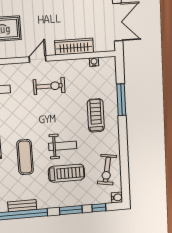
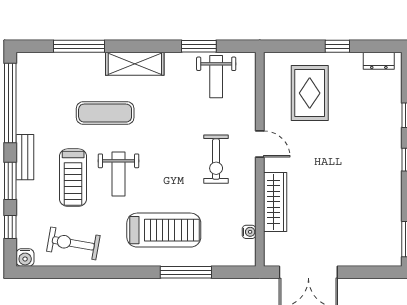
treadmill: (96, 115) -> (164, 230), width x1.37, depth x1.38
bench: (22, 206) -> (25, 157), moved

